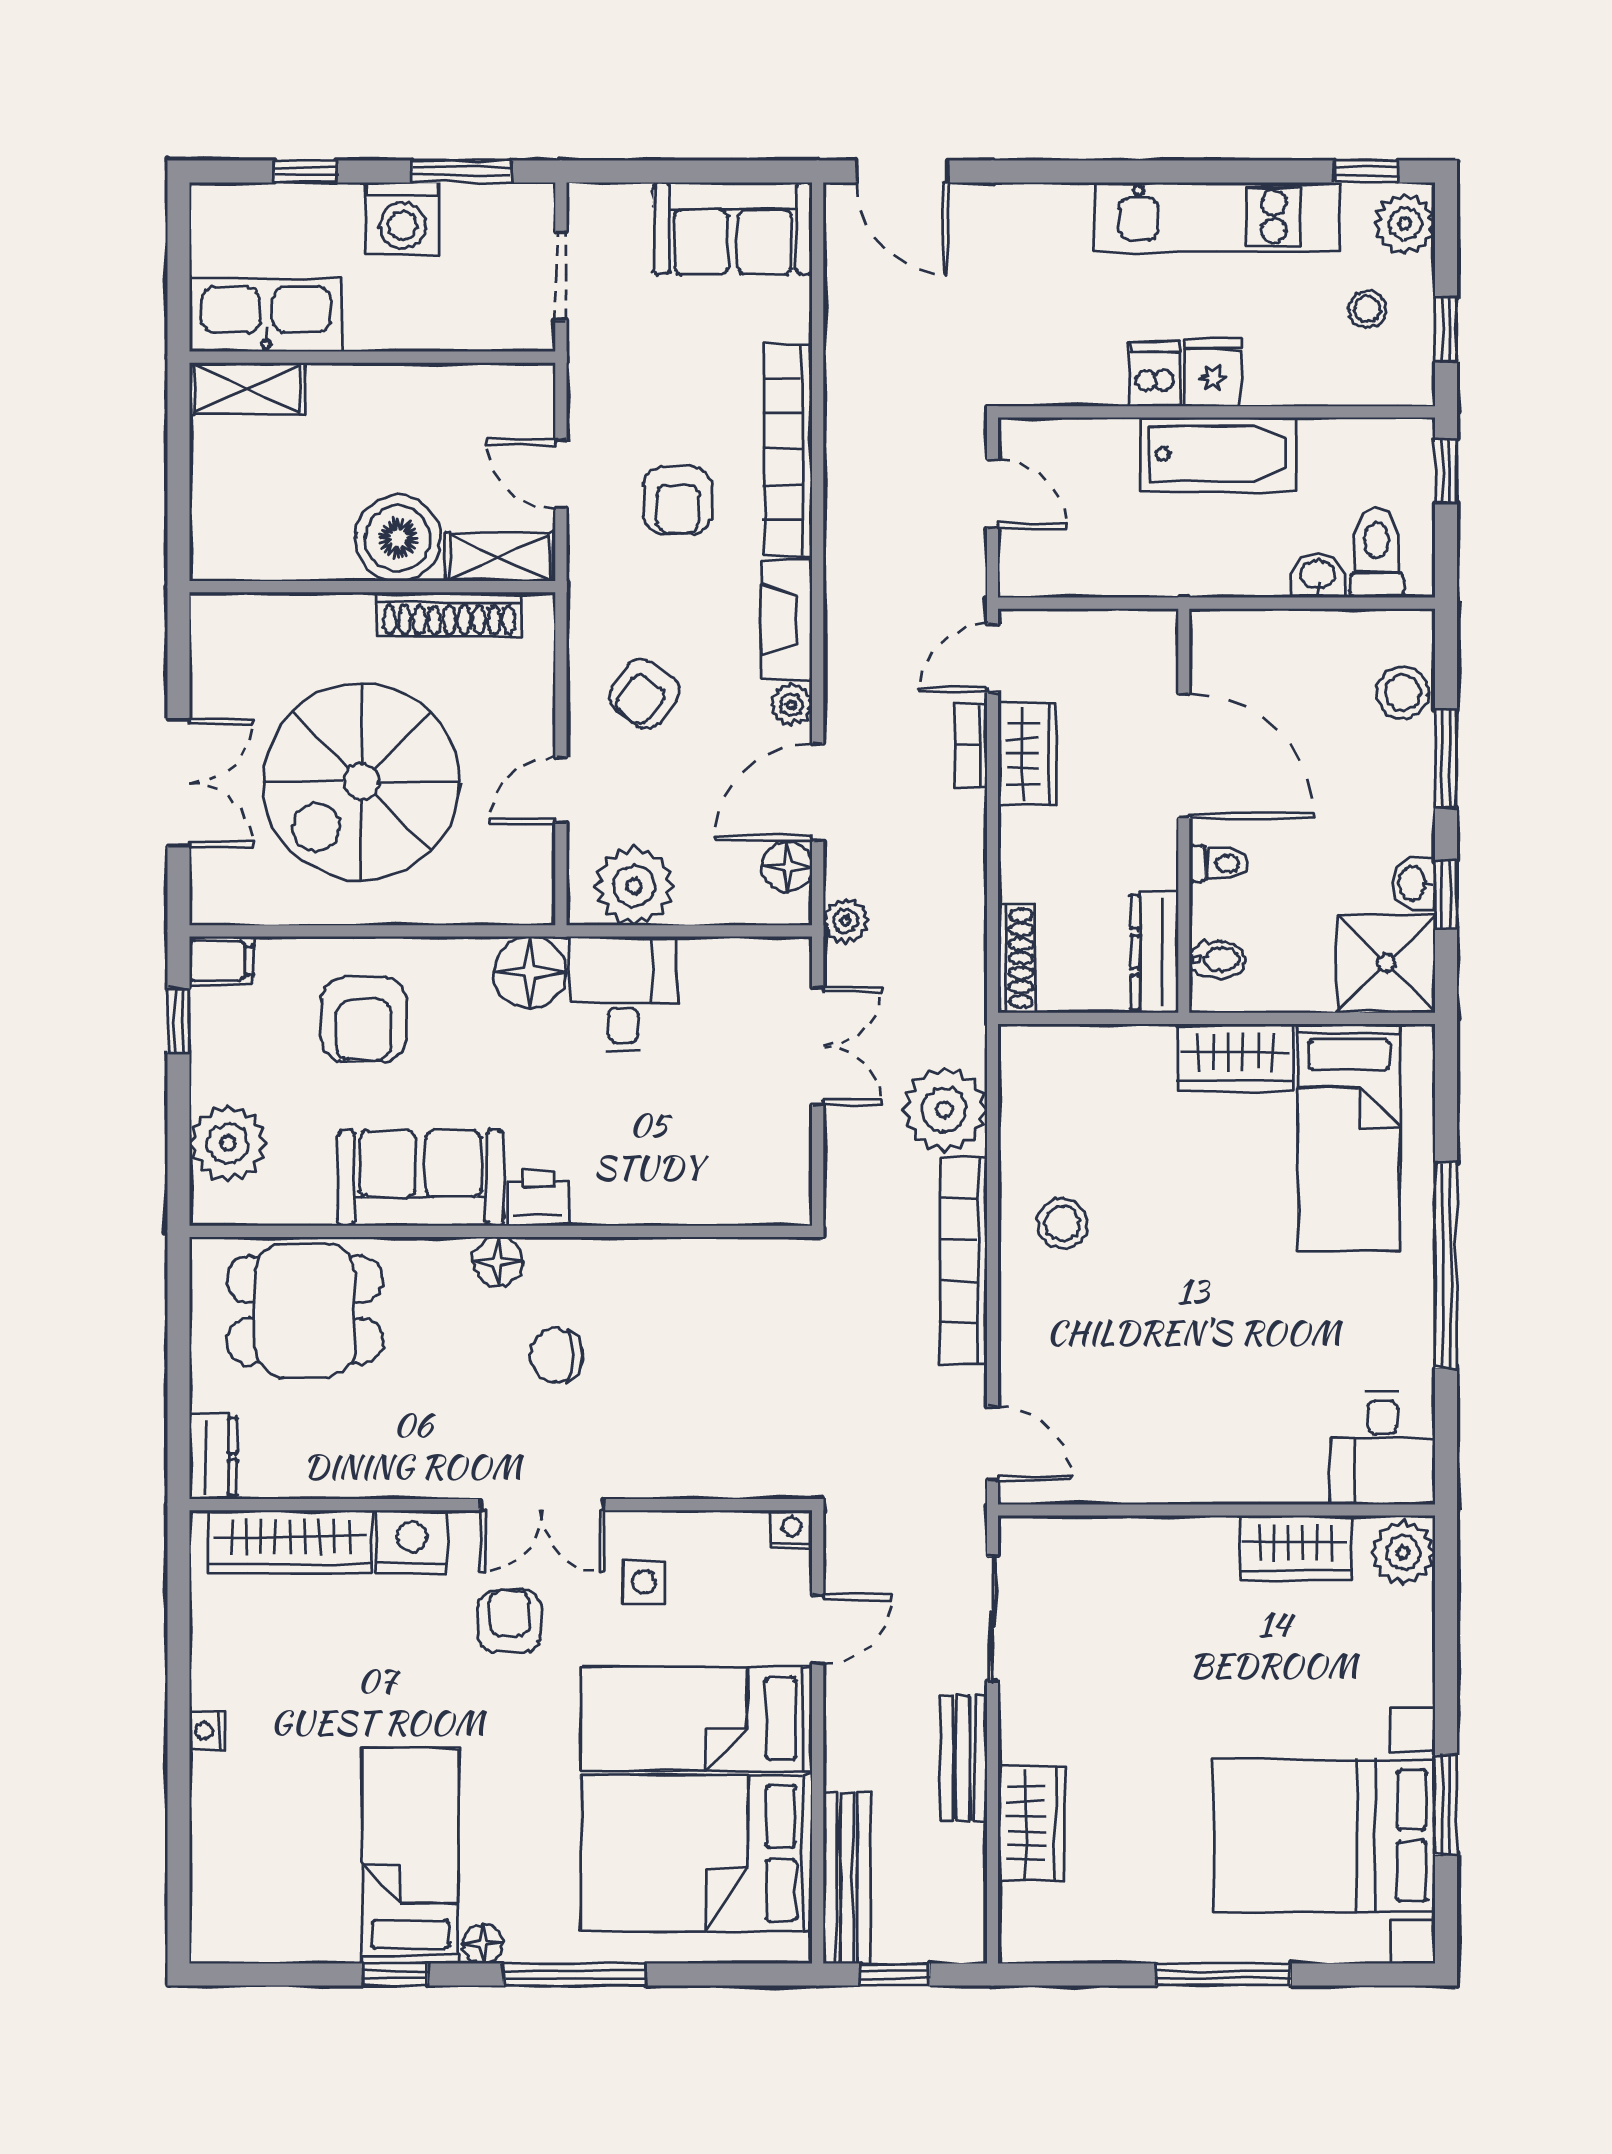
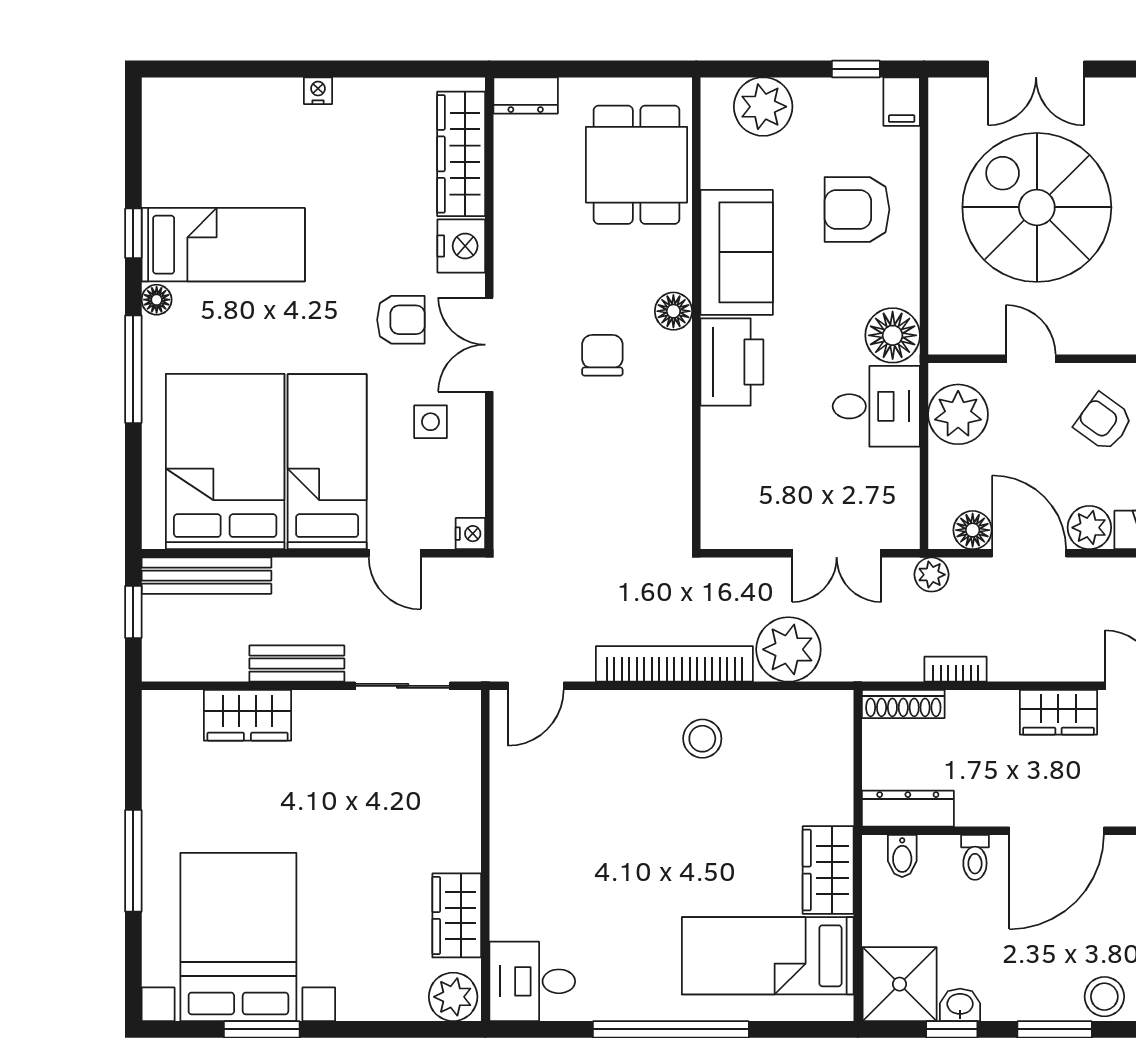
plant: (791, 705) -> (1089, 528), width x1.38, depth x1.38
bookcase: (971, 746) -> (956, 669), moved
printer: (538, 1198) -> (732, 362), width x1.87, depth x1.48

